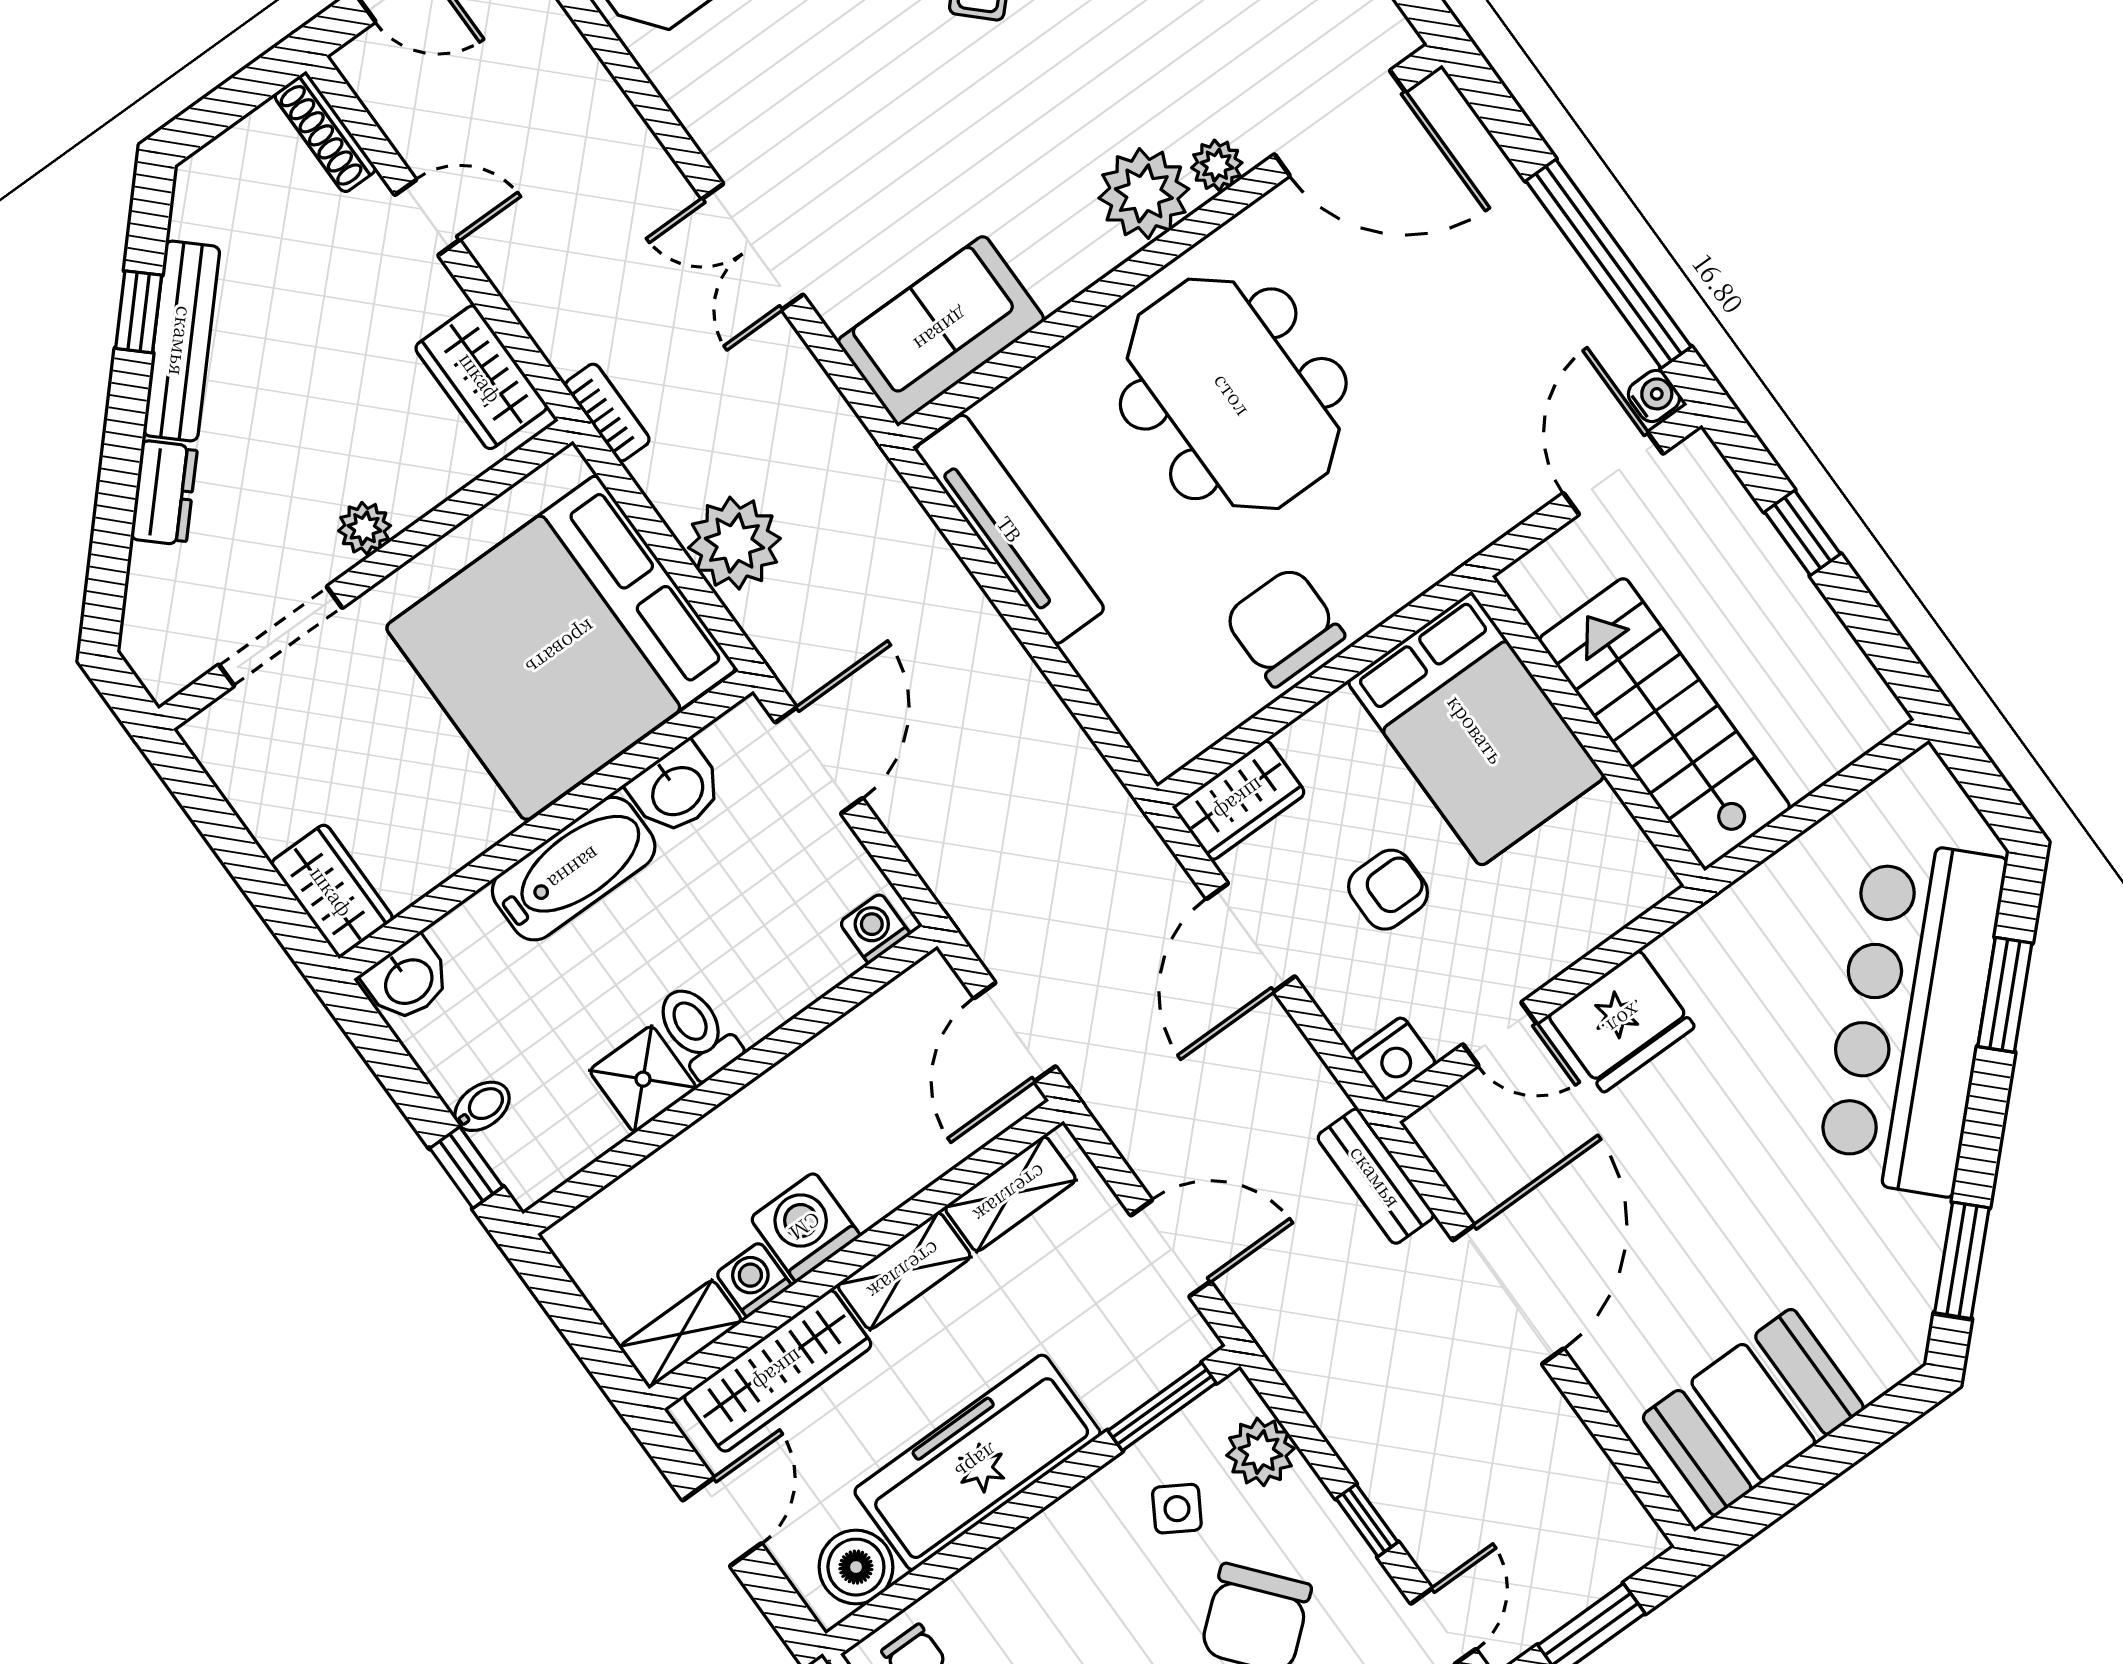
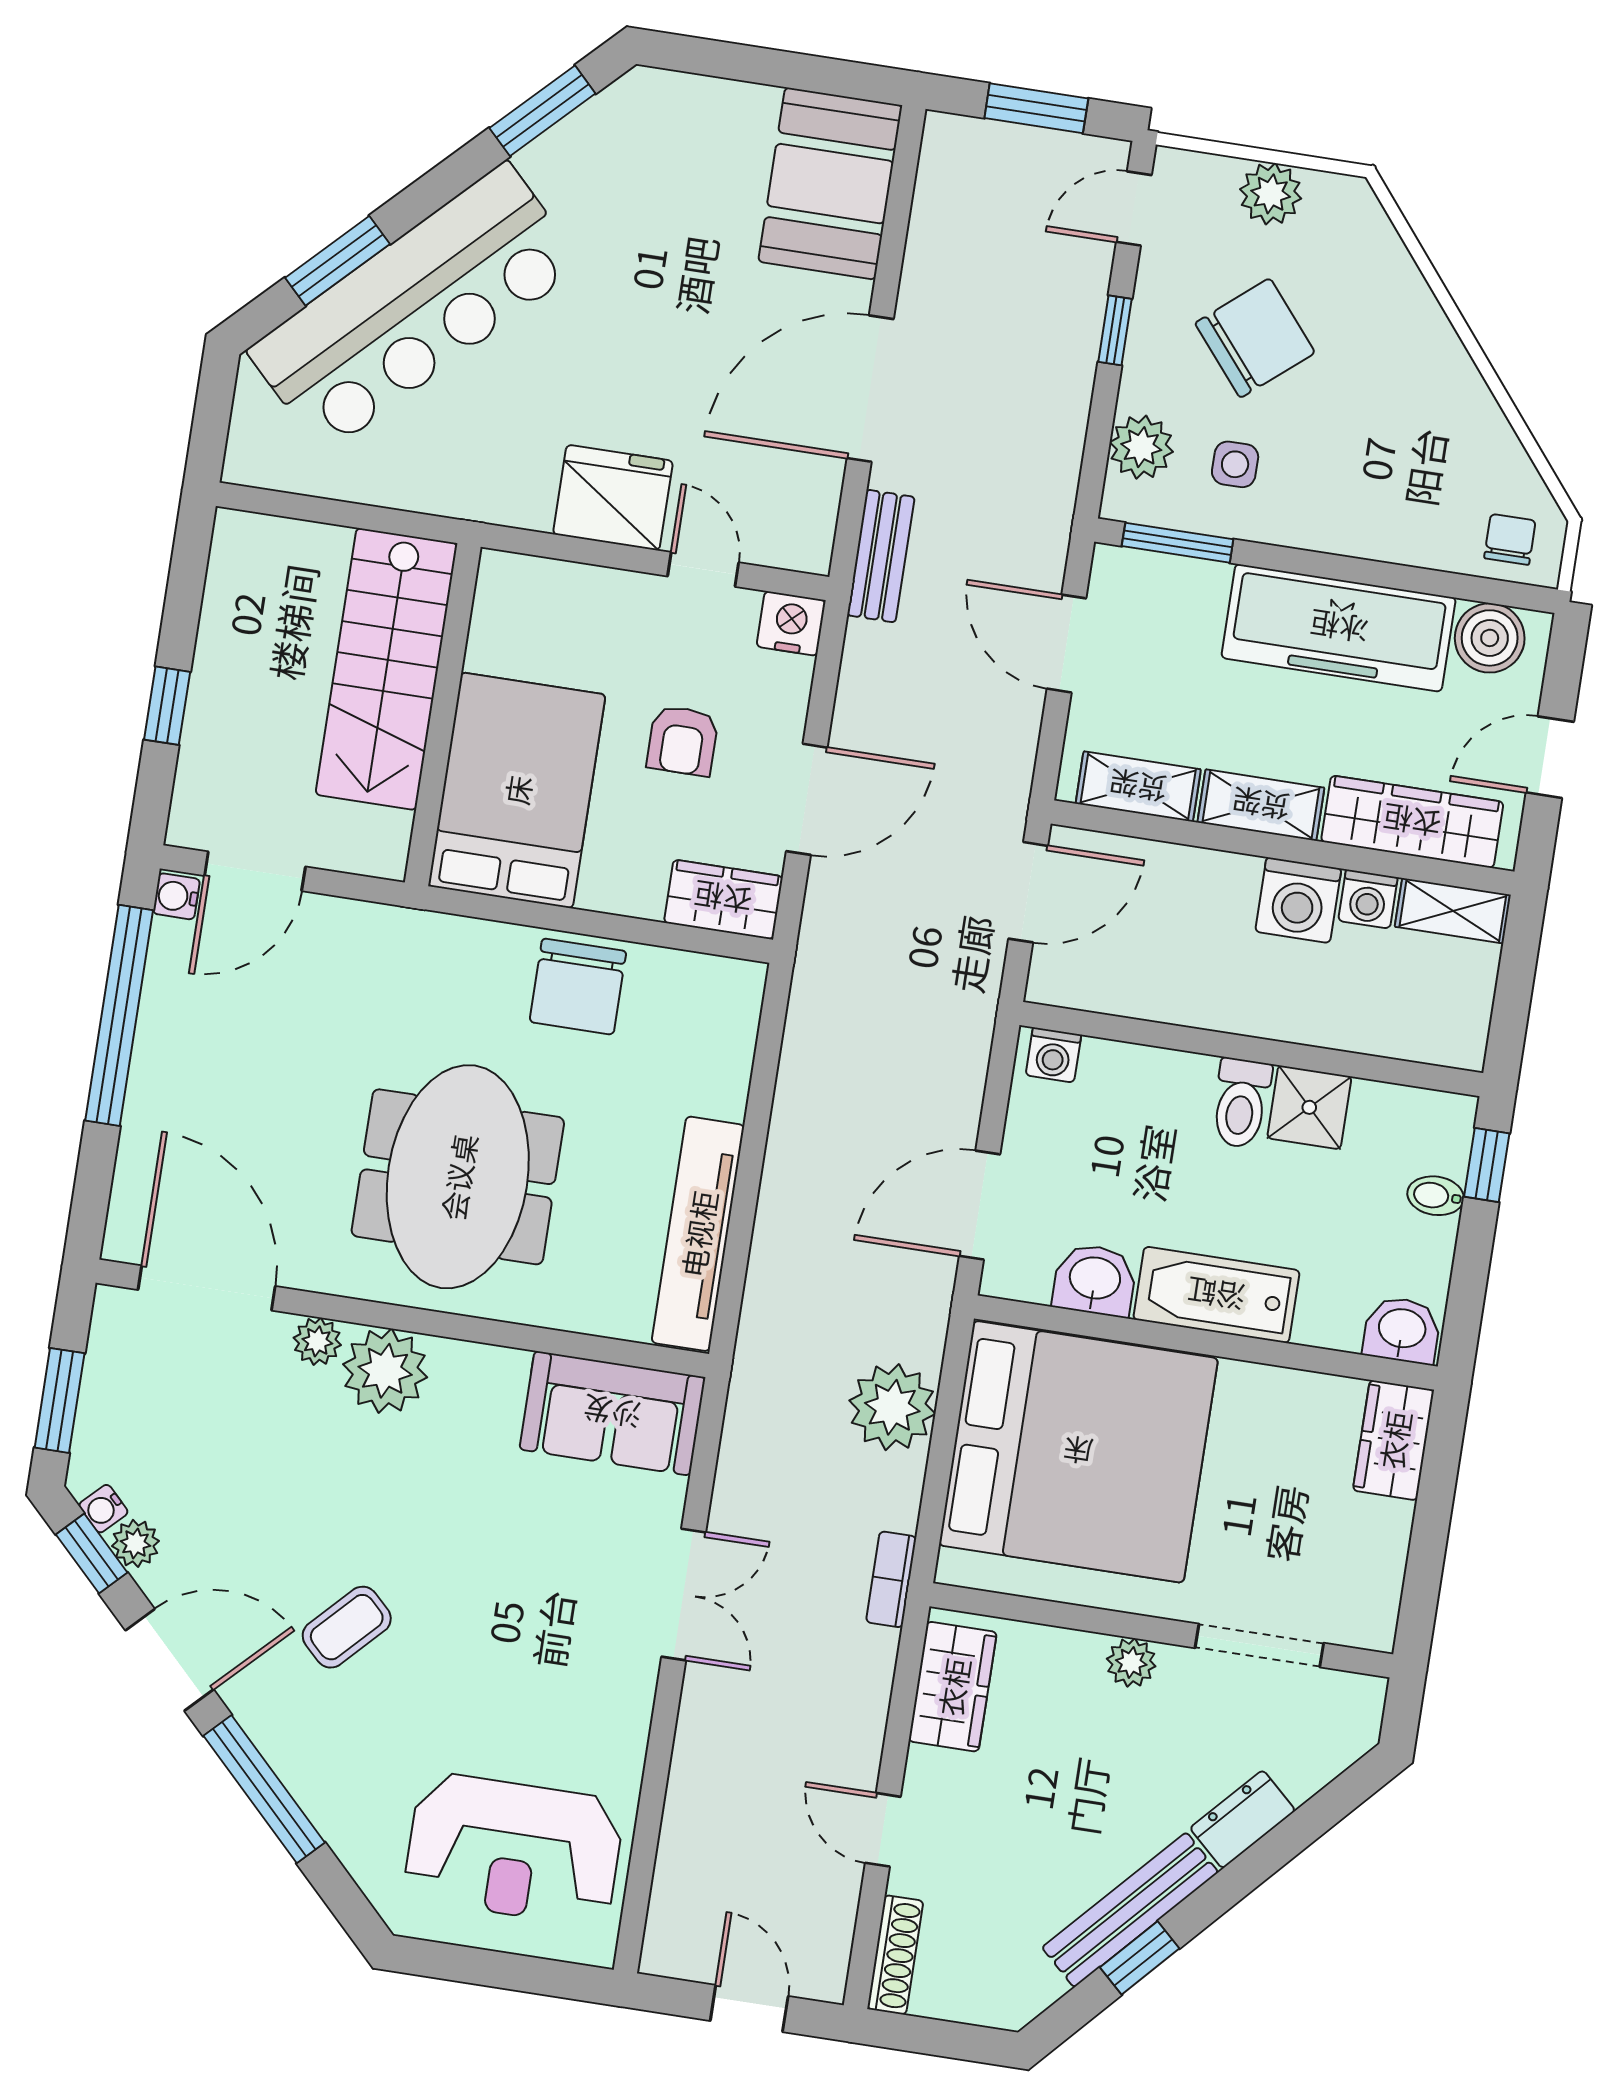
armchair: (1388, 890) -> (683, 741), turned -90
booth: (1753, 1412) -> (830, 184), moved, turned 90
side table: (1177, 1509) -> (1235, 464), turned -31

